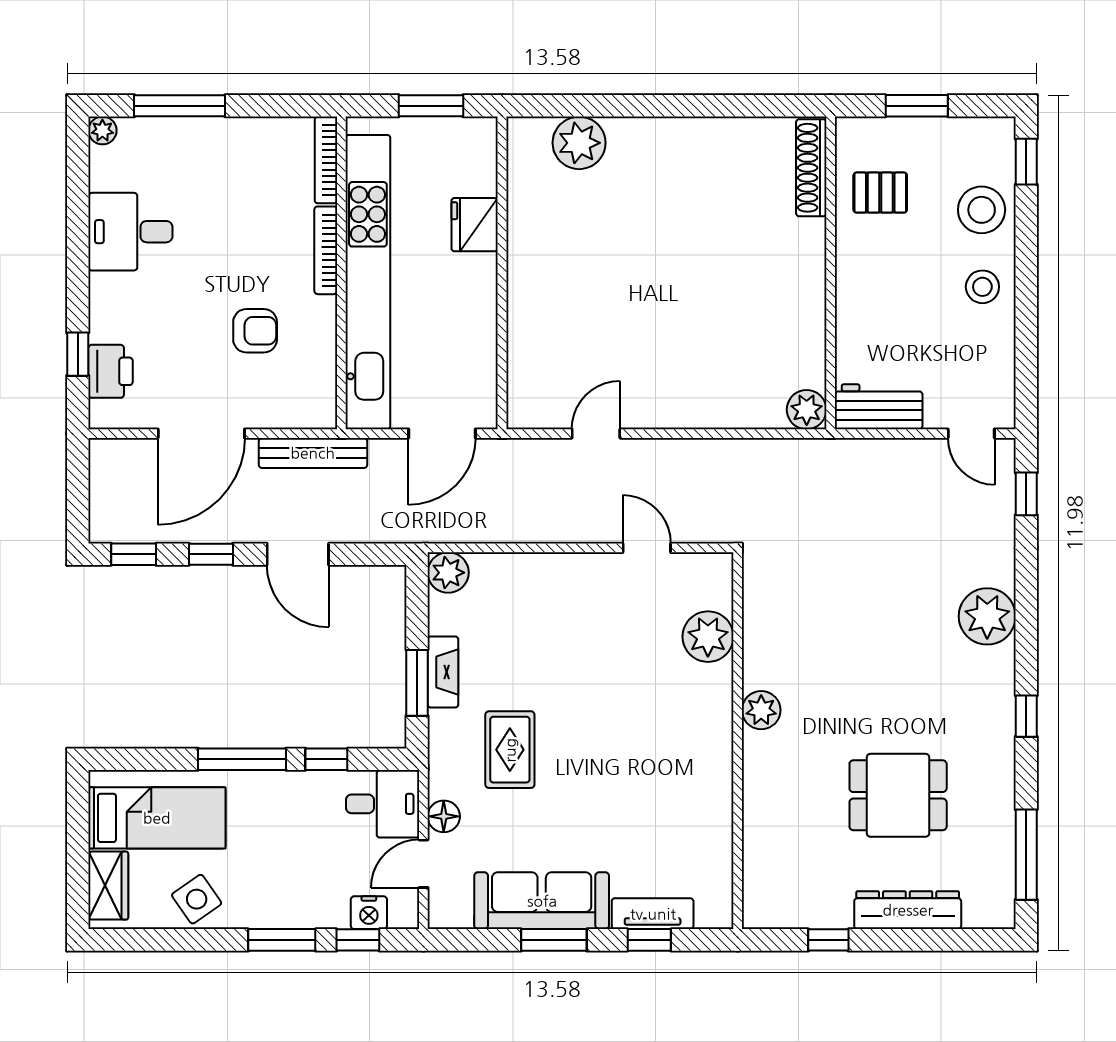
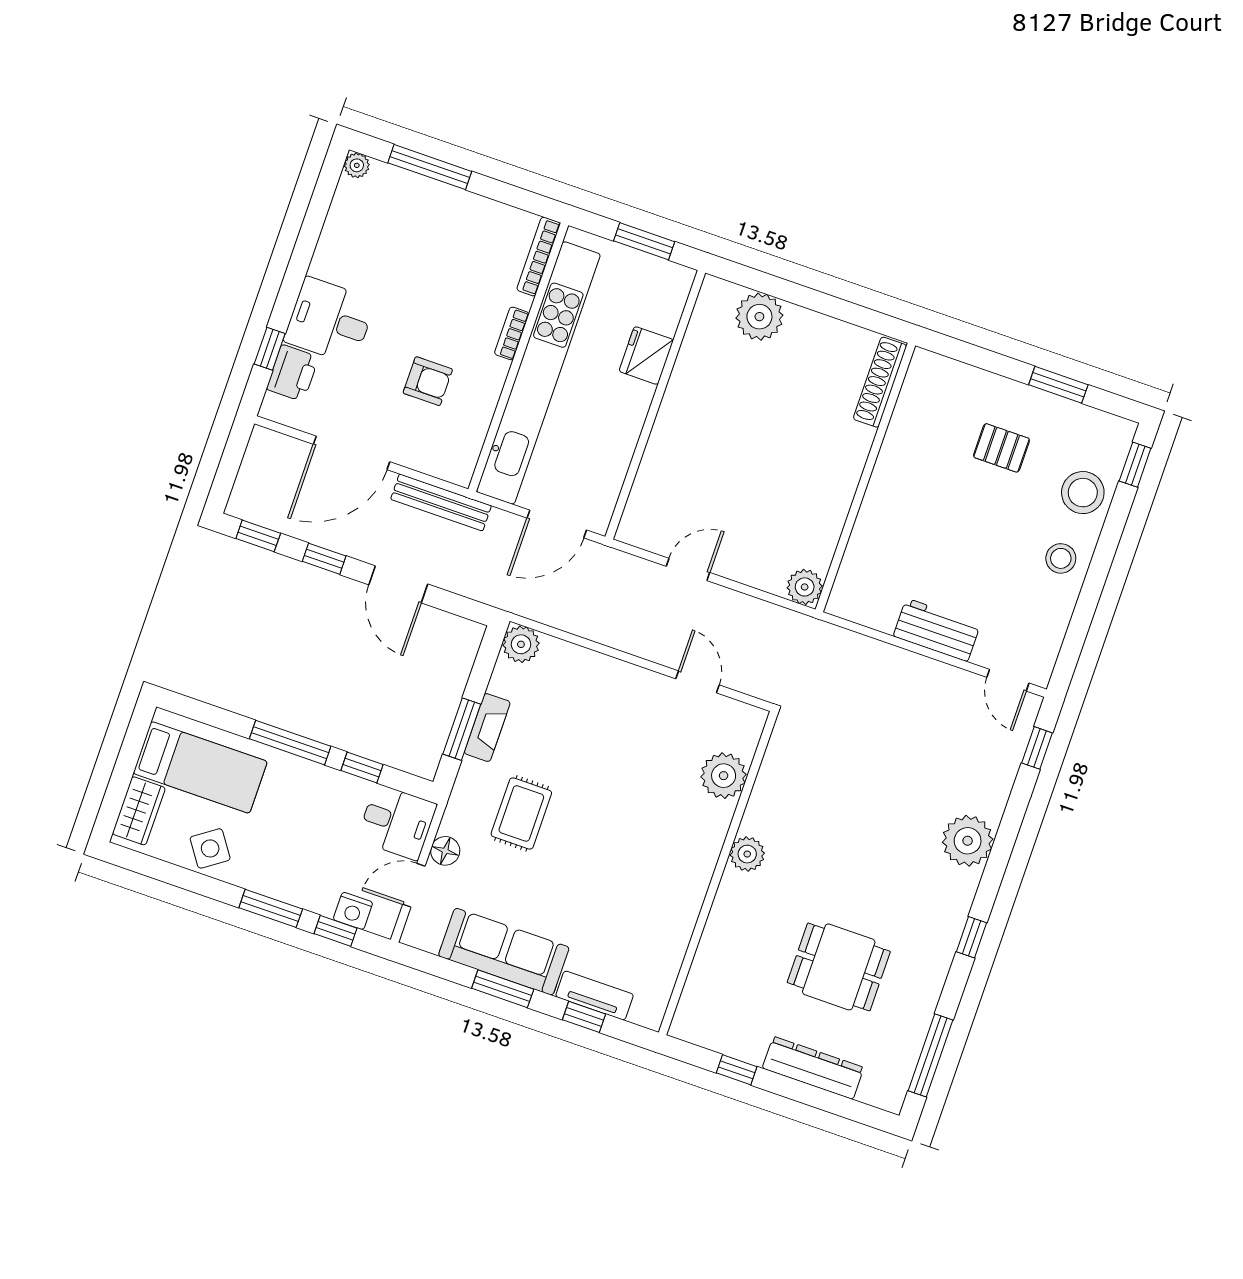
shoe rack: (811, 168) -> (880, 382), moved
desk: (130, 232) -> (330, 321), moved
bookcase: (326, 250) -> (512, 333), width x0.64
wall: (831, 273) -> (865, 477), moved
plant: (807, 410) -> (805, 587), moved

